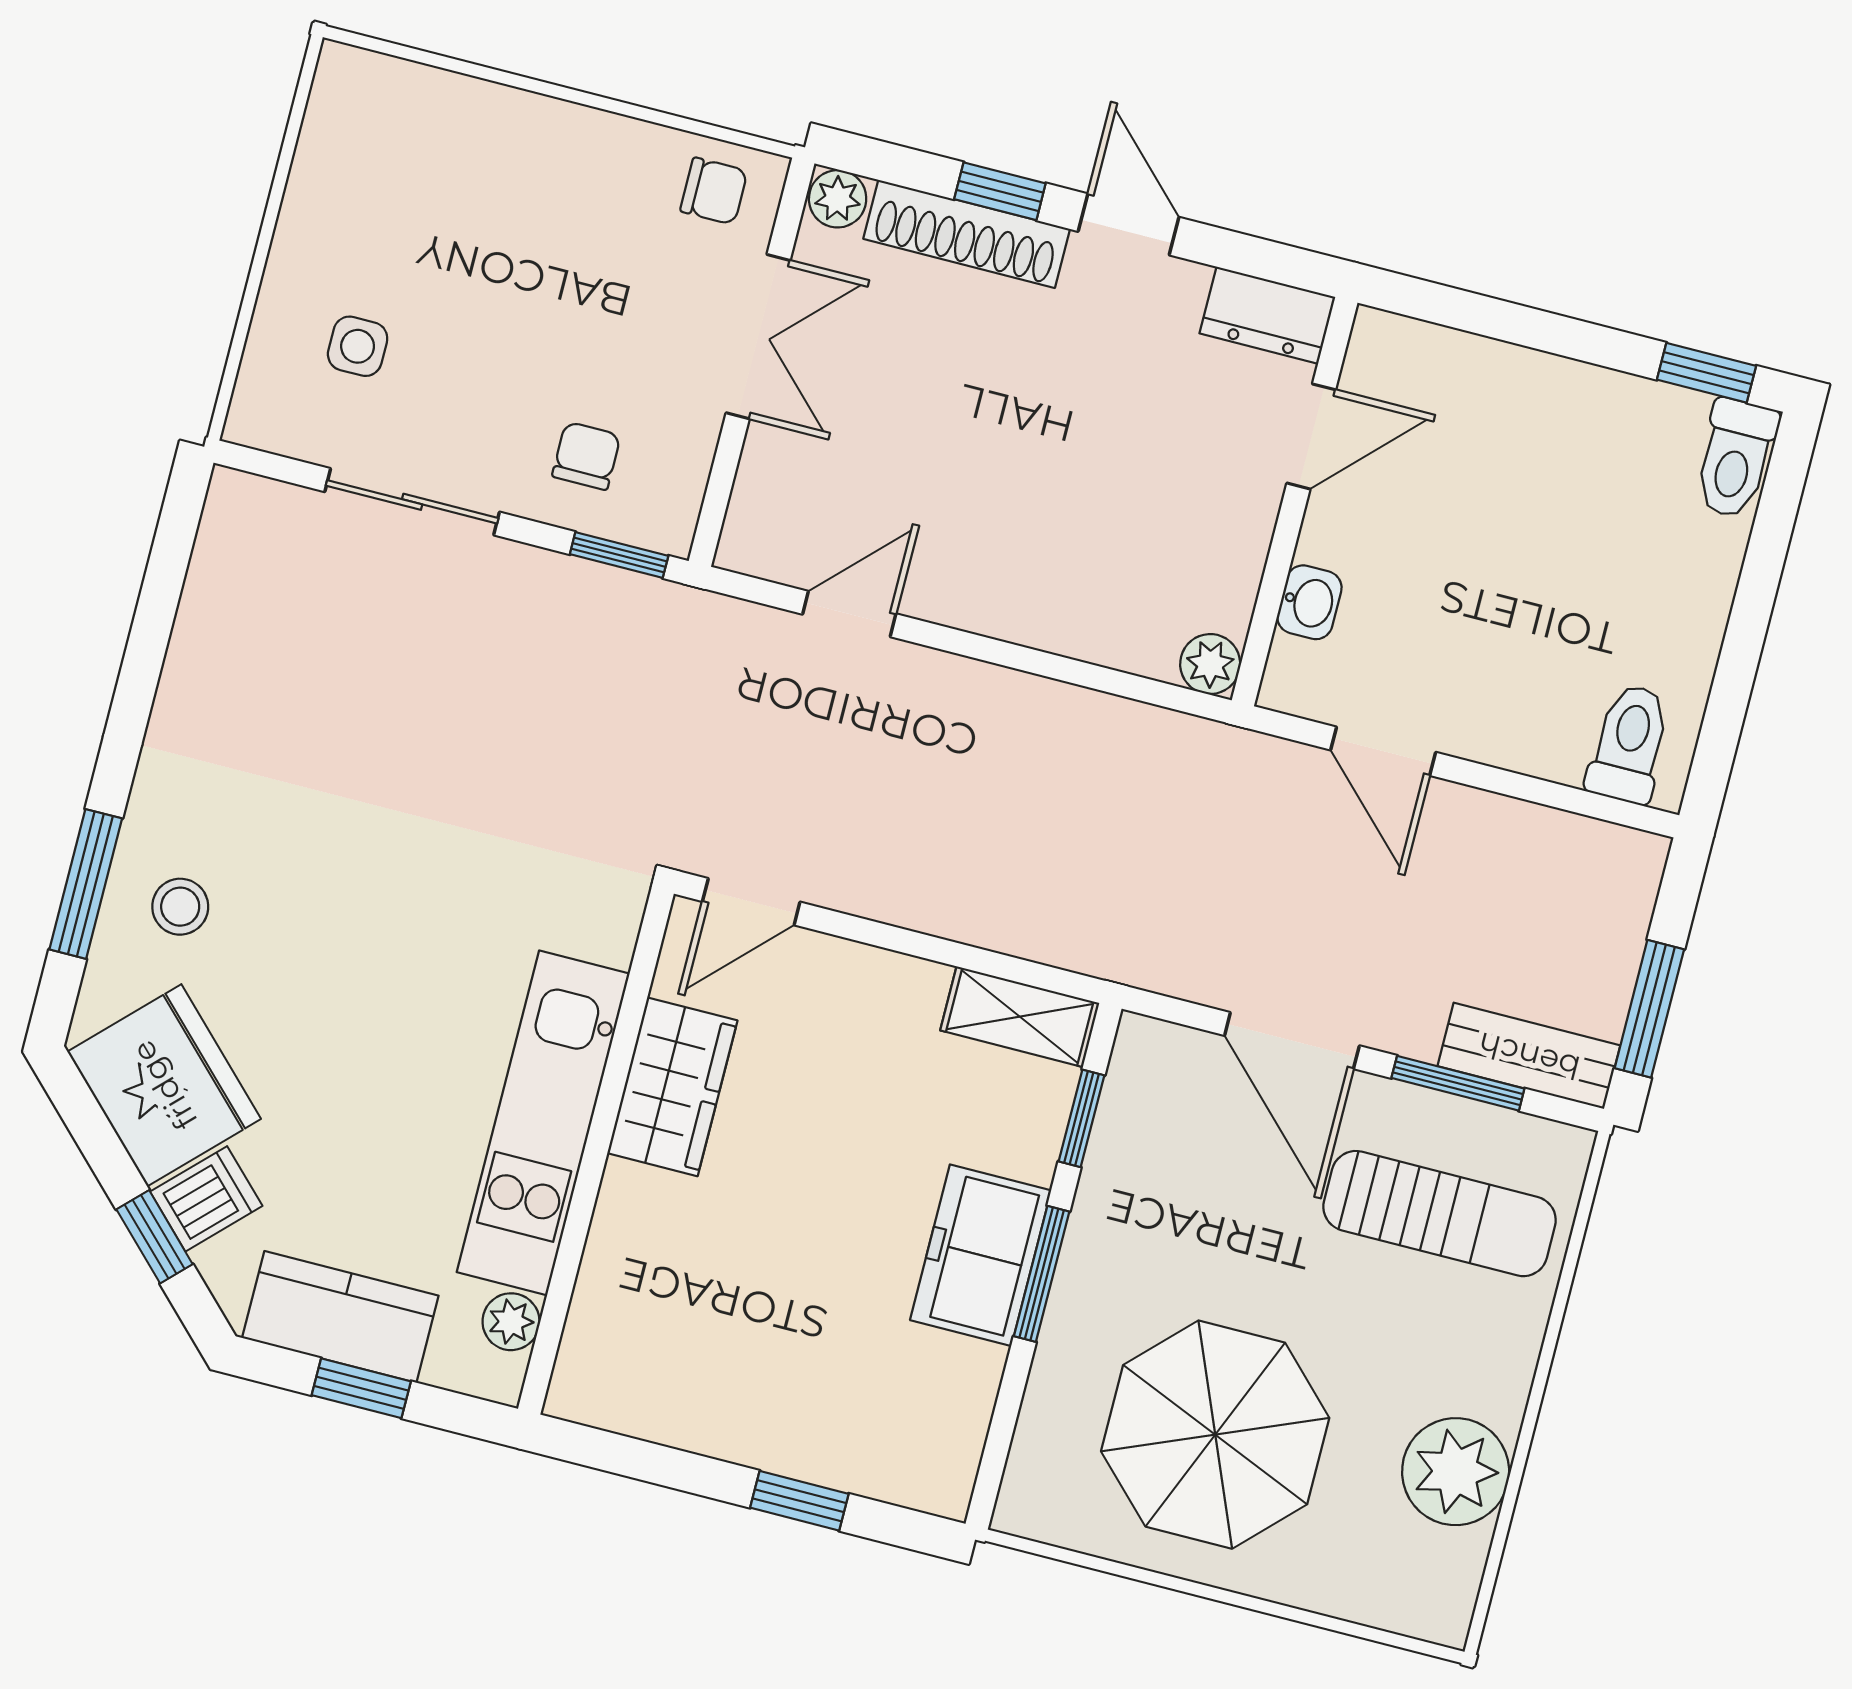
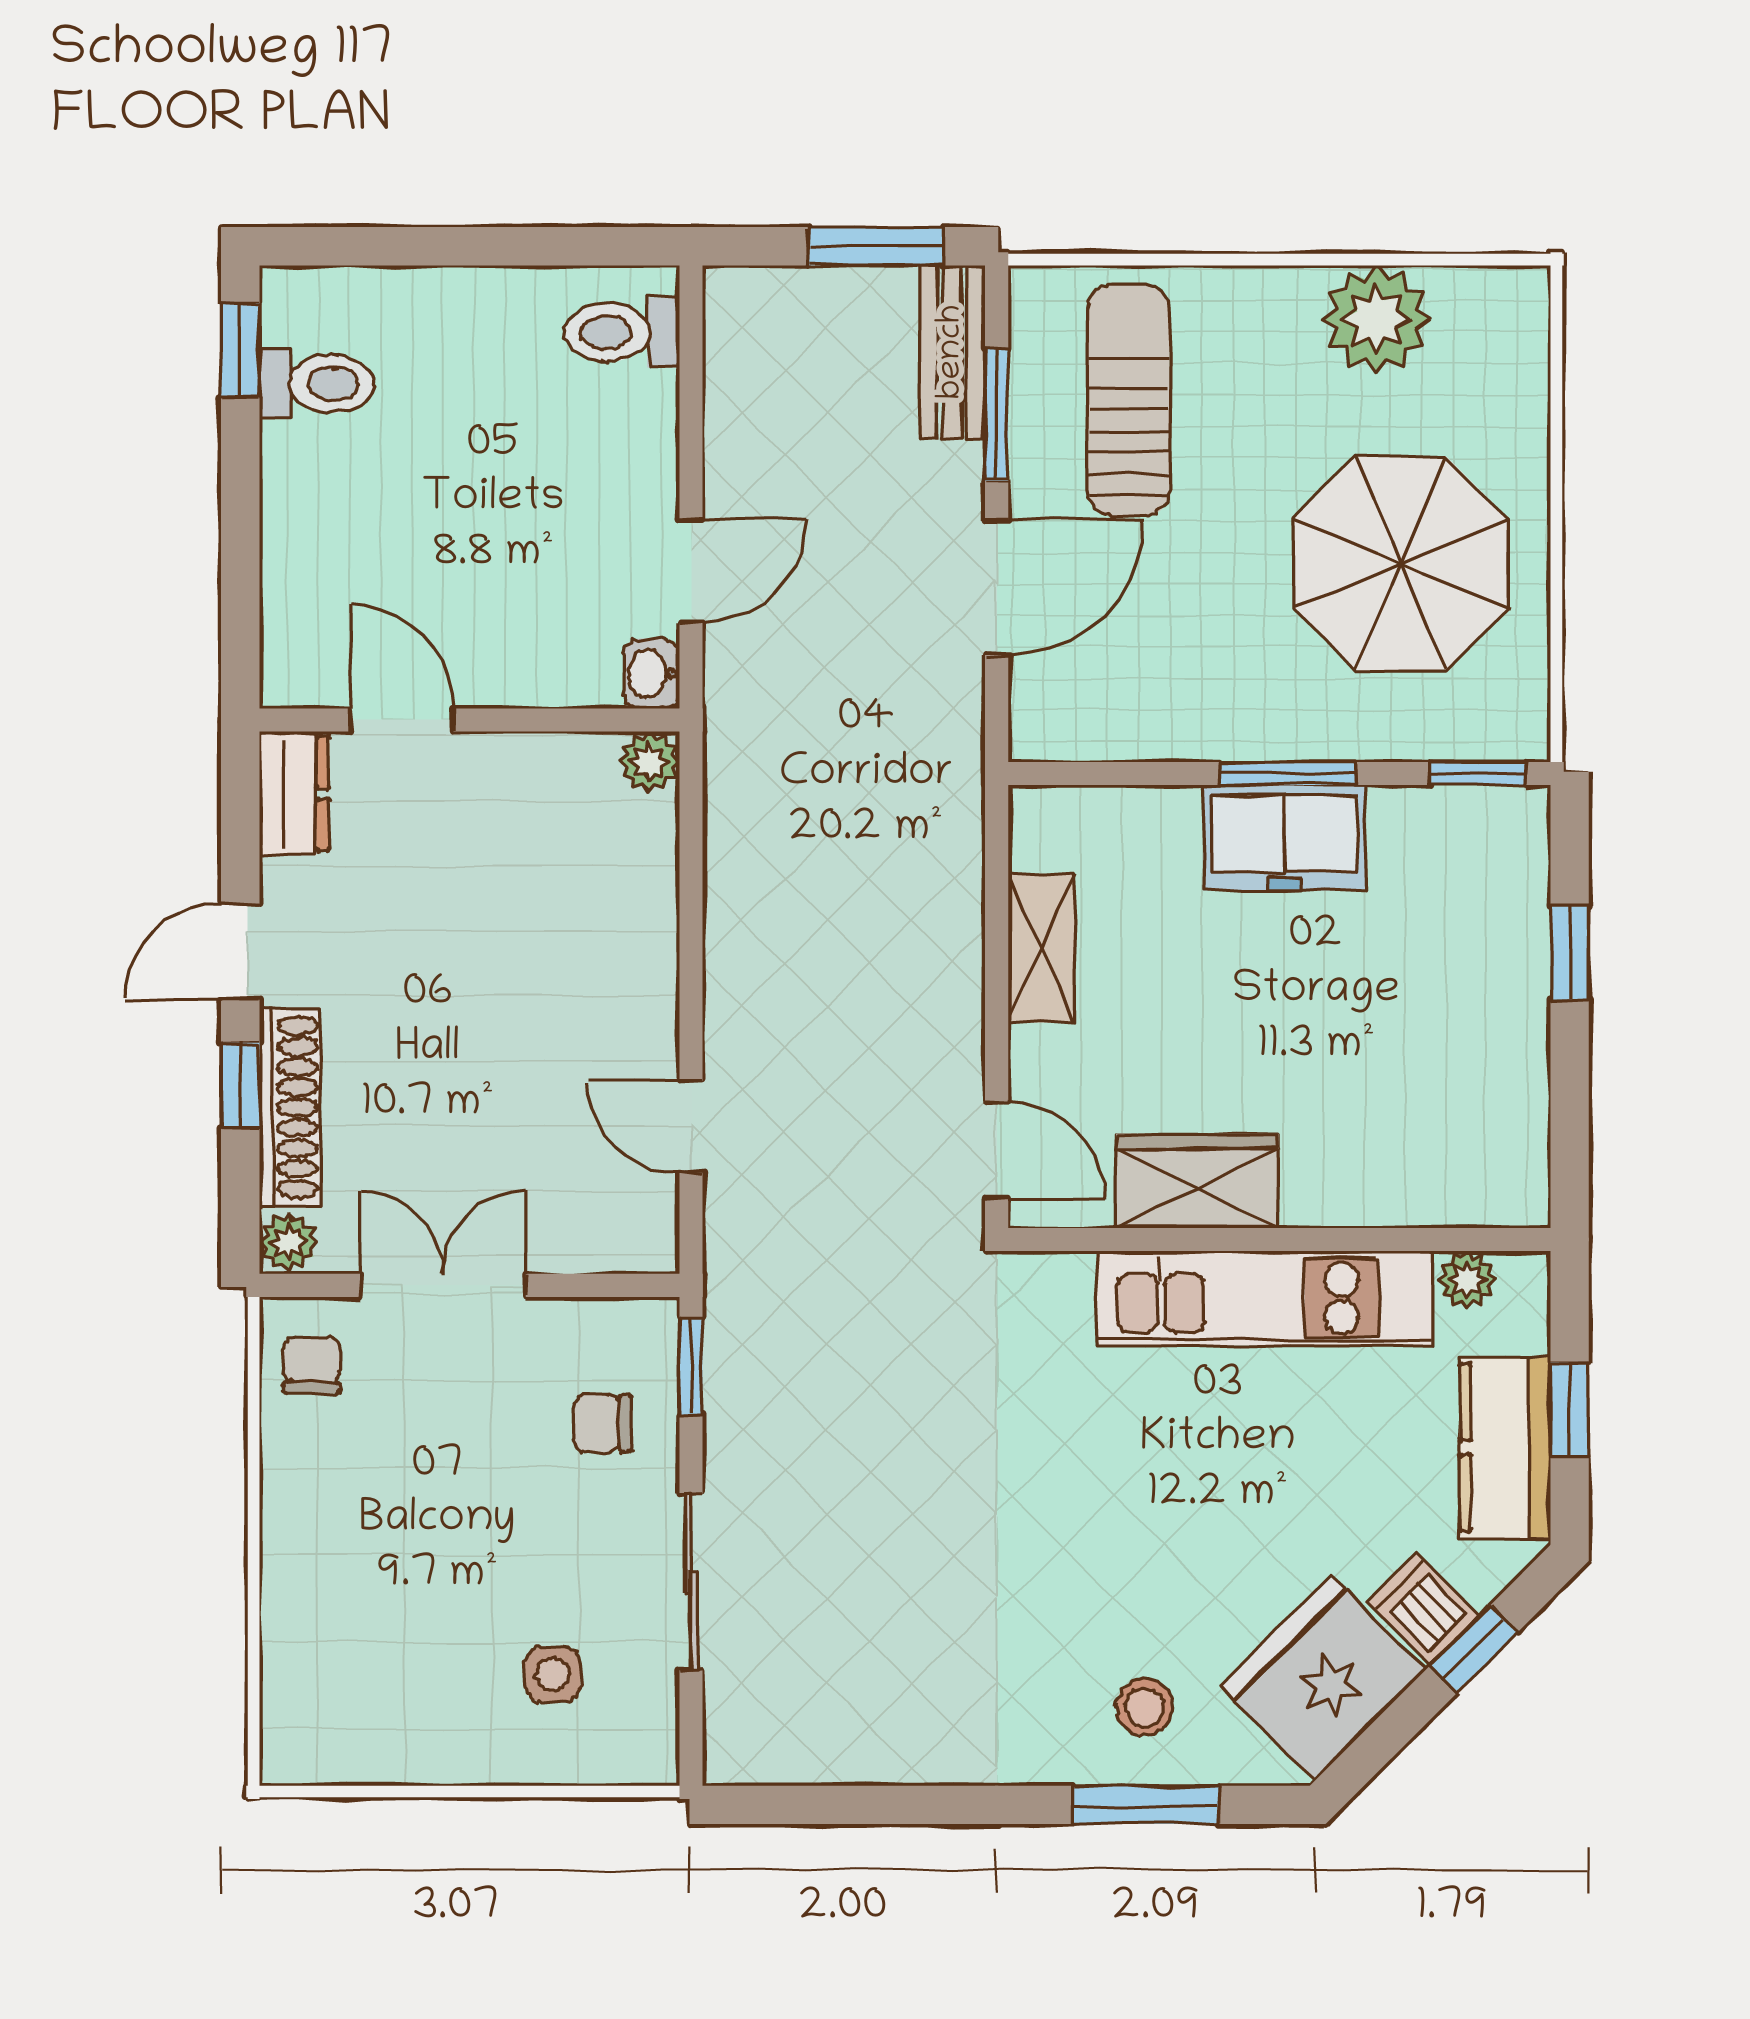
toilet: (1735, 458) -> (317, 384), moved
washbasin: (1309, 602) -> (651, 674), moved, turned -90
shelving: (1020, 1017) -> (1042, 948), moved
window: (1081, 1118) -> (1478, 773), moved

